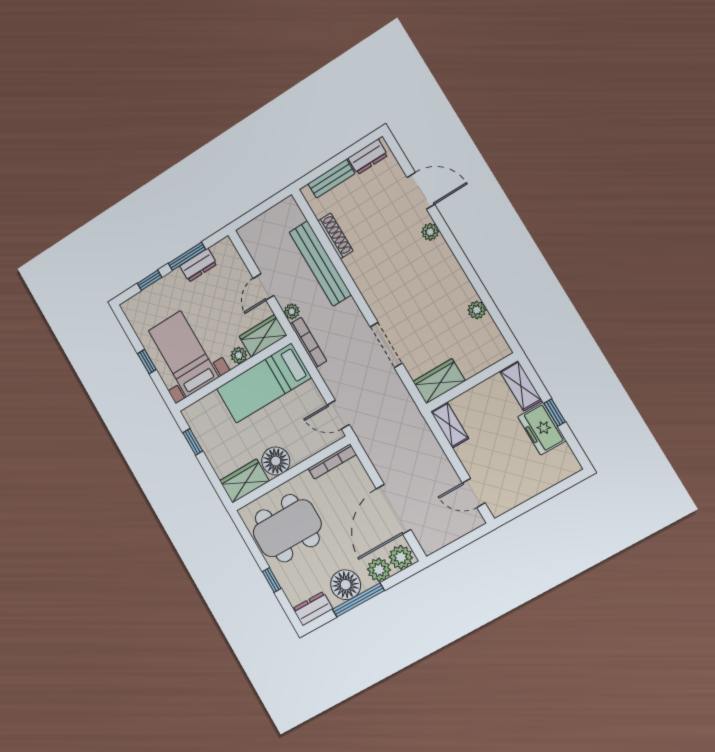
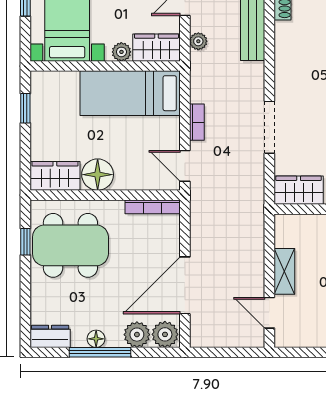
bookcase: (308, 342) -> (197, 122), moved, width x0.64
shelving: (450, 425) -> (284, 271), moved
window: (272, 580) -> (25, 242), moved
floor lamp: (346, 585) -> (96, 339), width x0.53, depth x0.53

